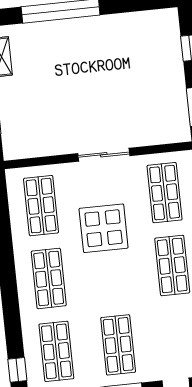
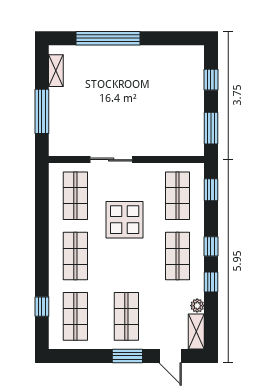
sliding door: (104, 155) -> (111, 160), moved
window: (17, 370) -> (42, 307), moved

